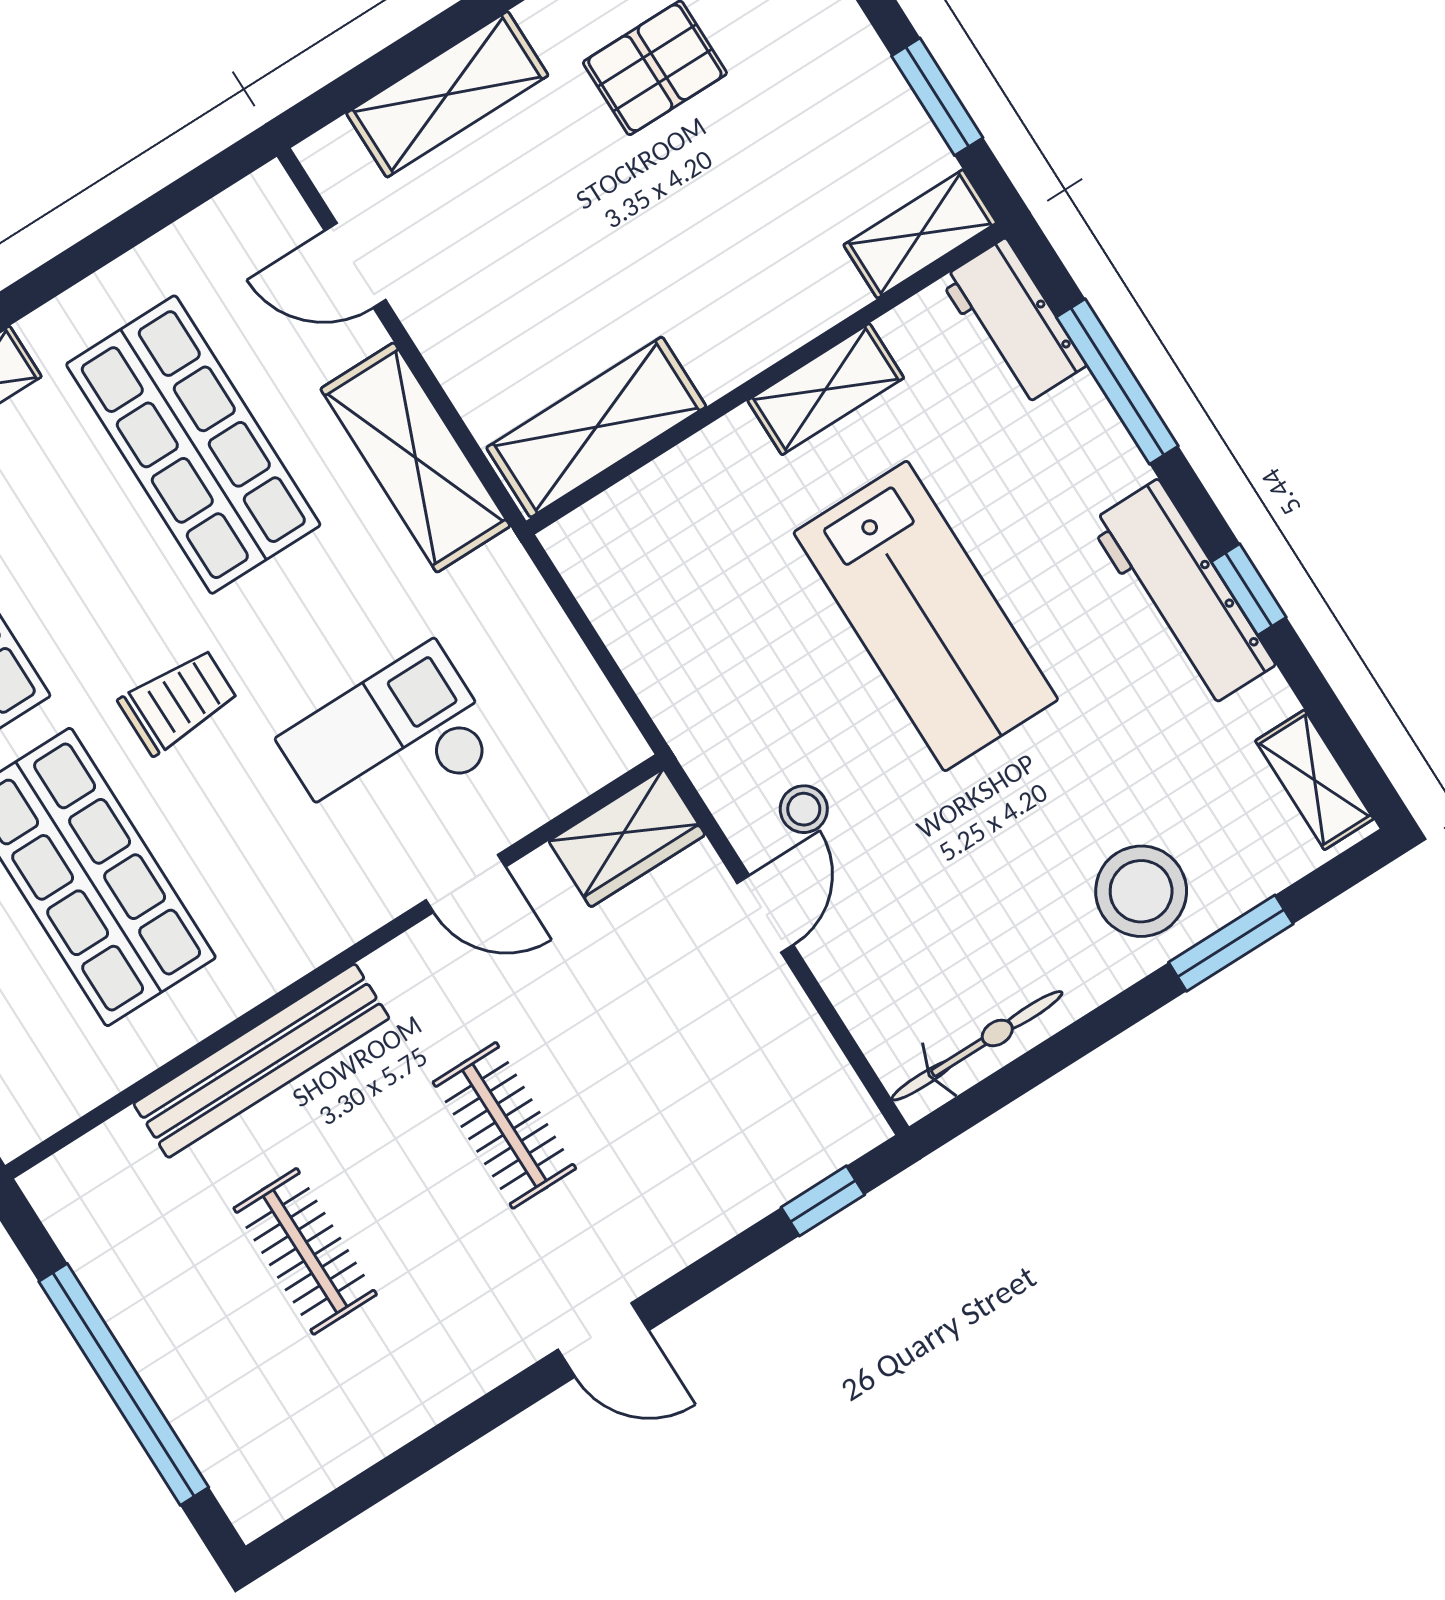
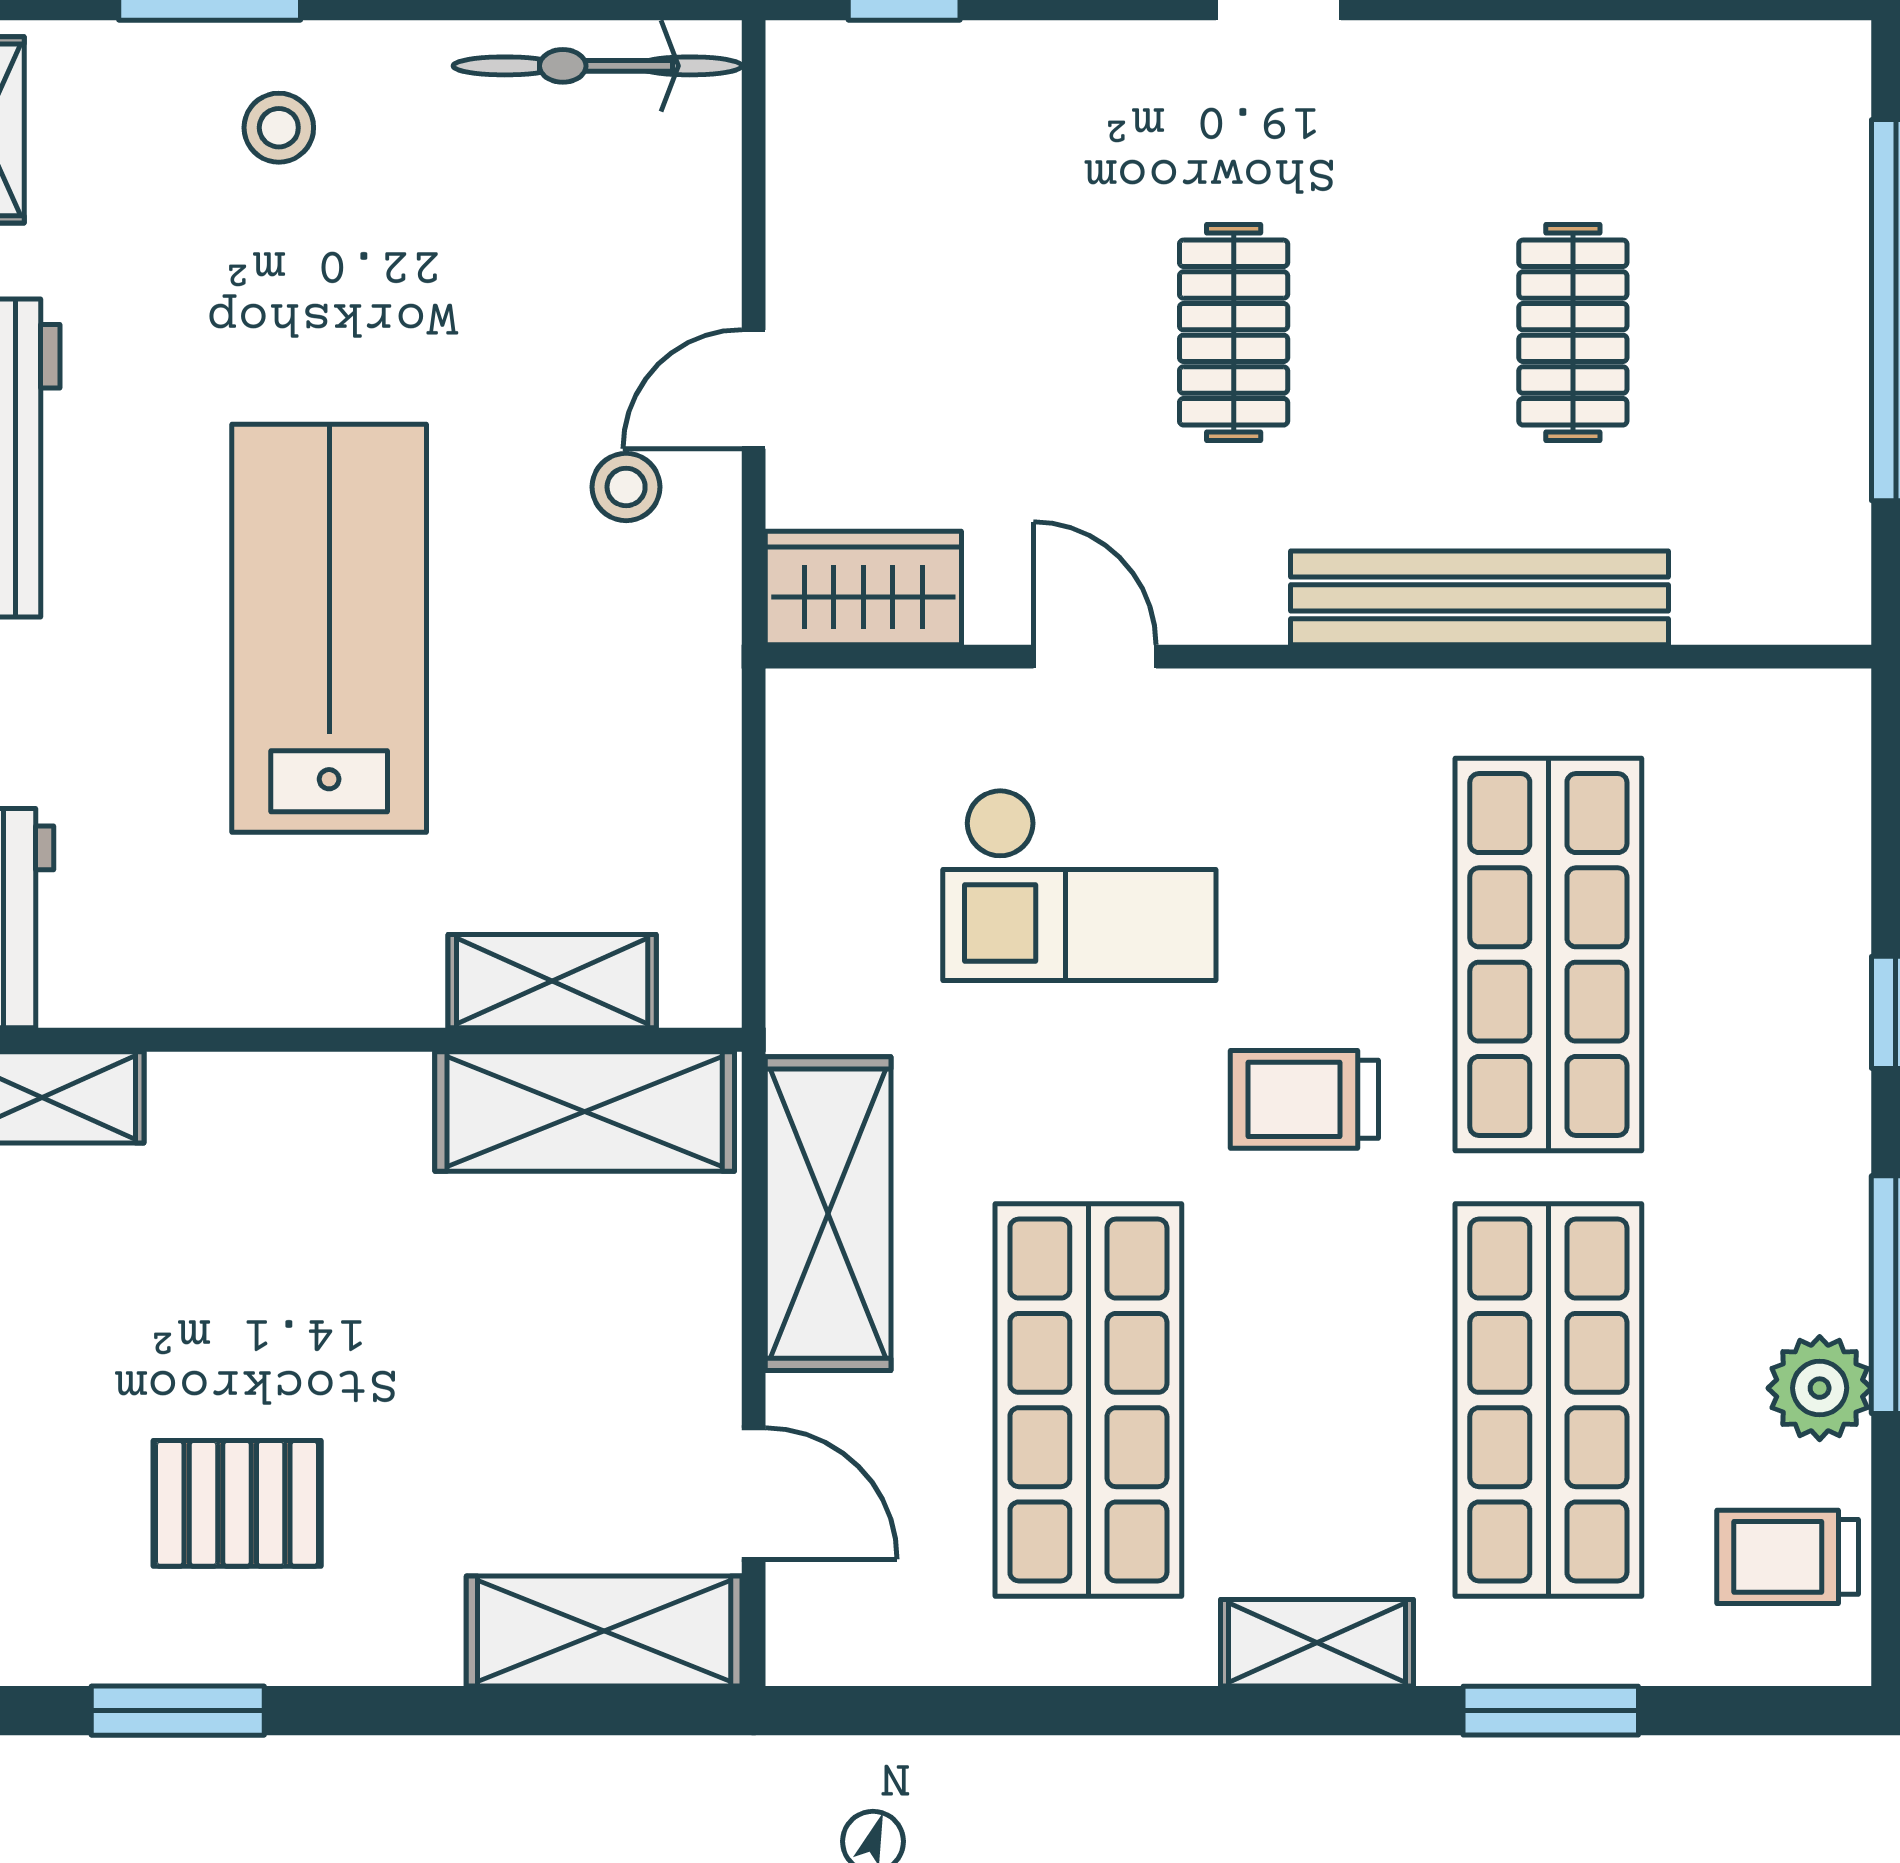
shelving: (447, 94) -> (604, 1631), moved
shelving: (826, 389) -> (552, 981), moved
stool: (1141, 891) -> (279, 128), width x0.53, depth x0.53

